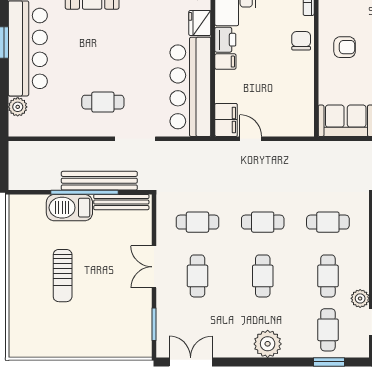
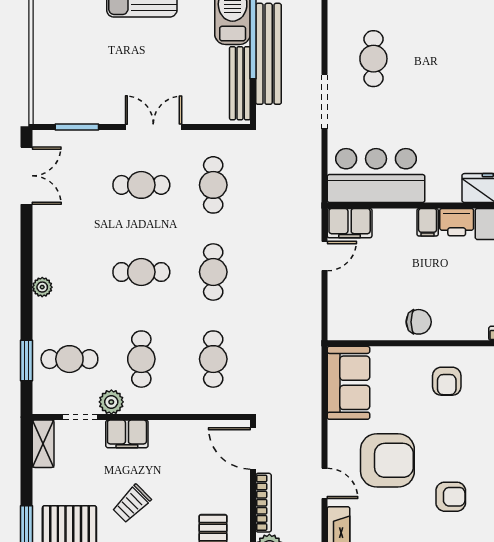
chair: (301, 41) -> (419, 322), moved
bar counter: (190, 87) -> (376, 175), width x0.73
cafe table: (328, 276) -> (141, 359), turned 90
plant: (268, 344) -> (42, 287), width x0.53, depth x0.53

